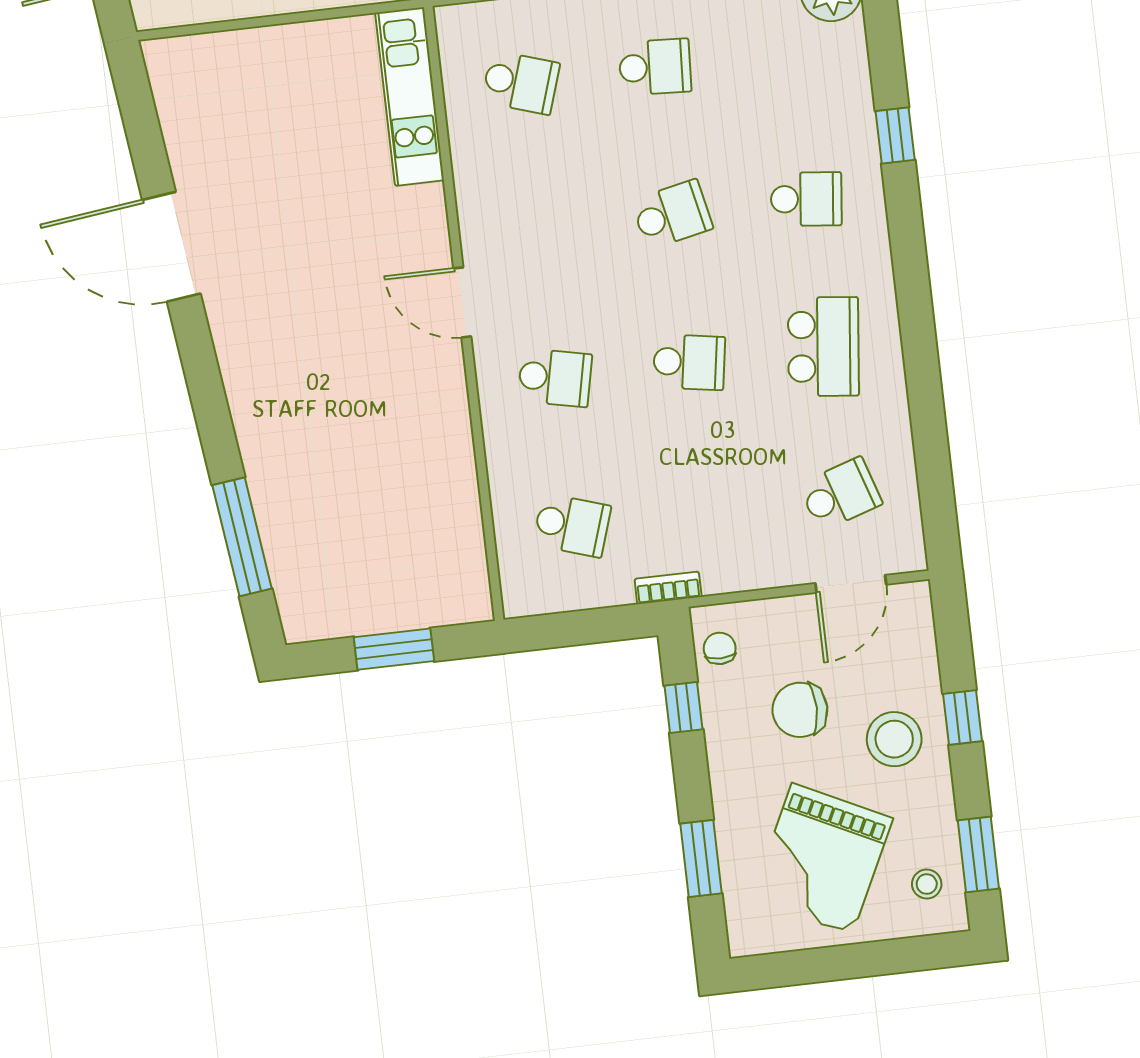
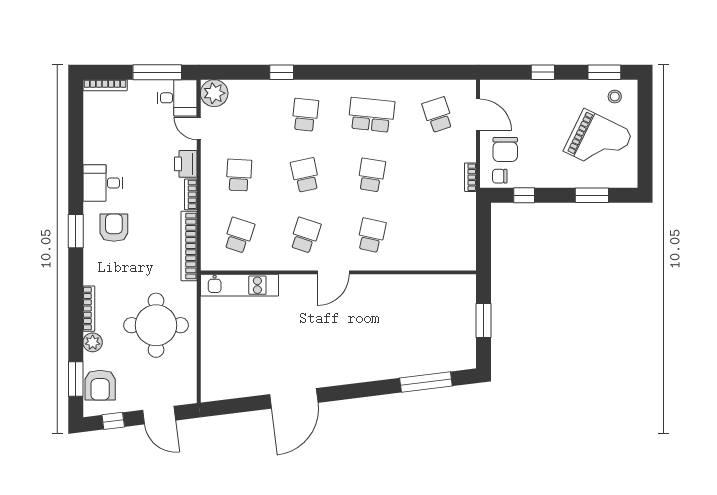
school desk: (572, 525) -> (305, 235), moved
bookcase: (668, 588) -> (470, 177), moved
chair: (800, 710) -> (505, 149), moved
stool: (894, 739) -> (549, 104), removed

